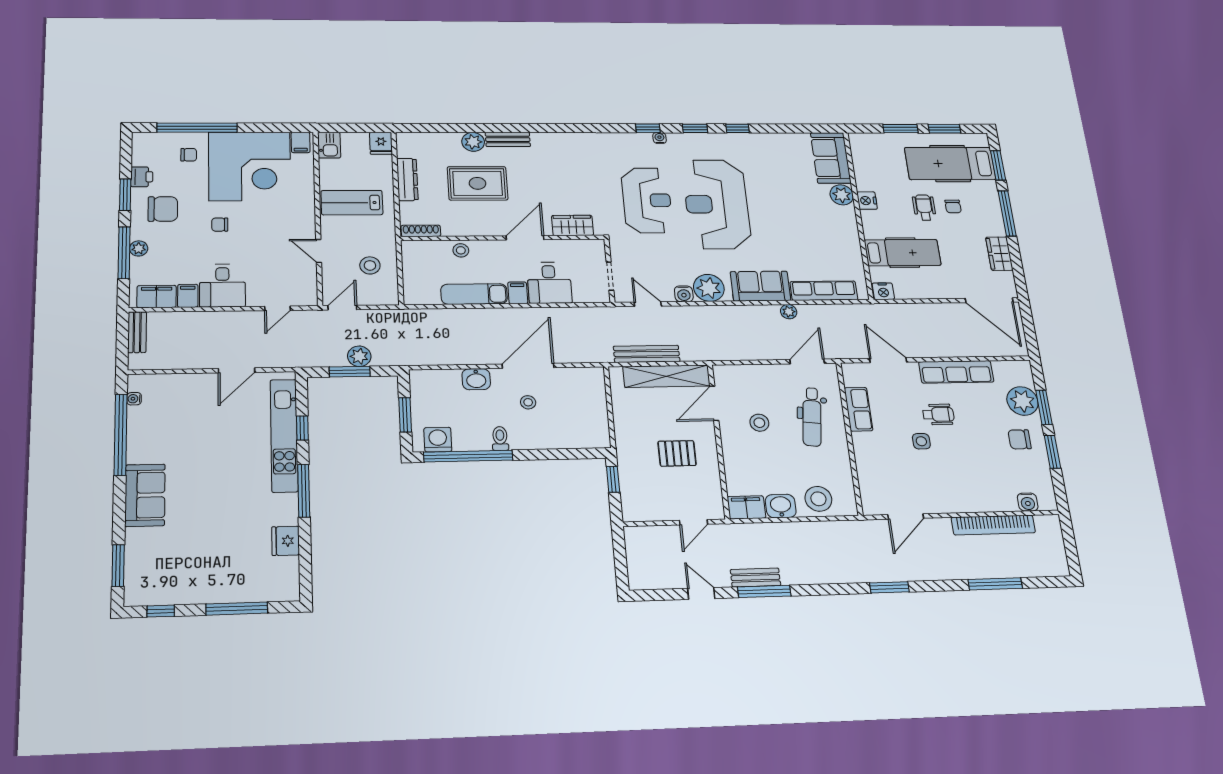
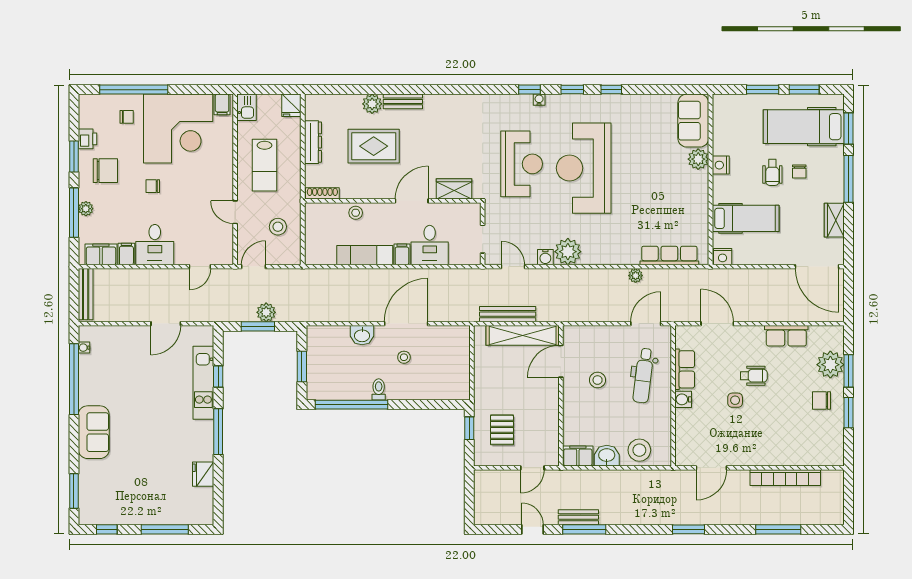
lab bench: (352, 203) -> (265, 165), turned -90
wheelchair: (924, 207) -> (772, 172), turned 180
sofa: (760, 286) -> (614, 250), removed
bench: (137, 332) -> (86, 294), width x1.36
row of seats: (956, 372) -> (786, 336), width x0.68
kitchen unit: (284, 435) -> (203, 383), width x0.73
washing machine: (438, 440) -> (328, 389), removed
pallet: (677, 453) -> (502, 430), moved, turned 90
water cooler: (1028, 502) -> (683, 399), moved, turned 90

